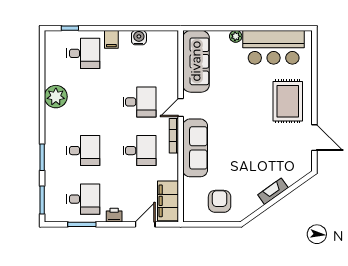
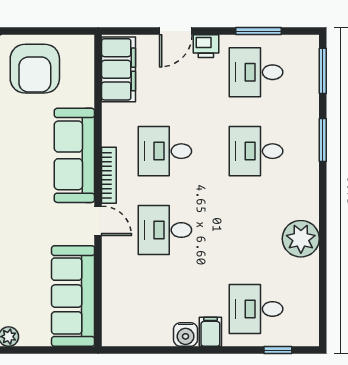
water cooler: (139, 38) -> (186, 334), moved
door: (181, 108) -> (98, 221), hinge flipped
armchair: (220, 201) -> (35, 69), width x1.36, depth x1.36
door: (145, 224) -> (176, 31), moved

